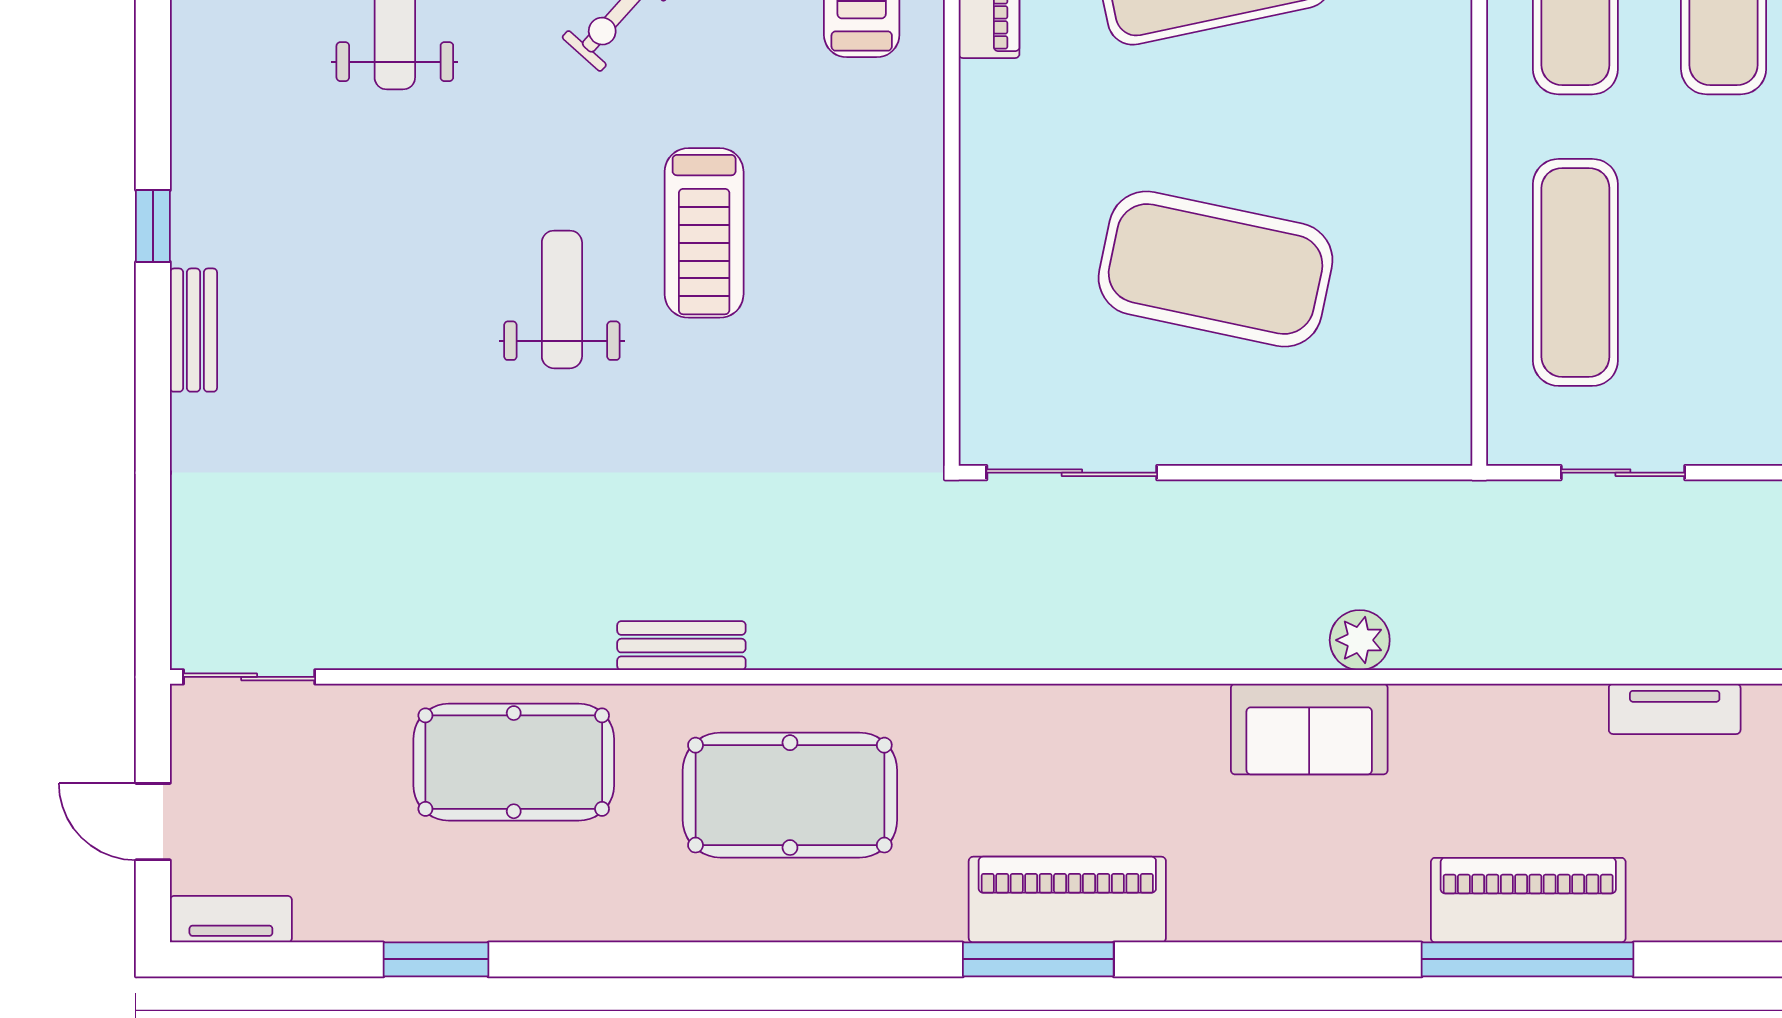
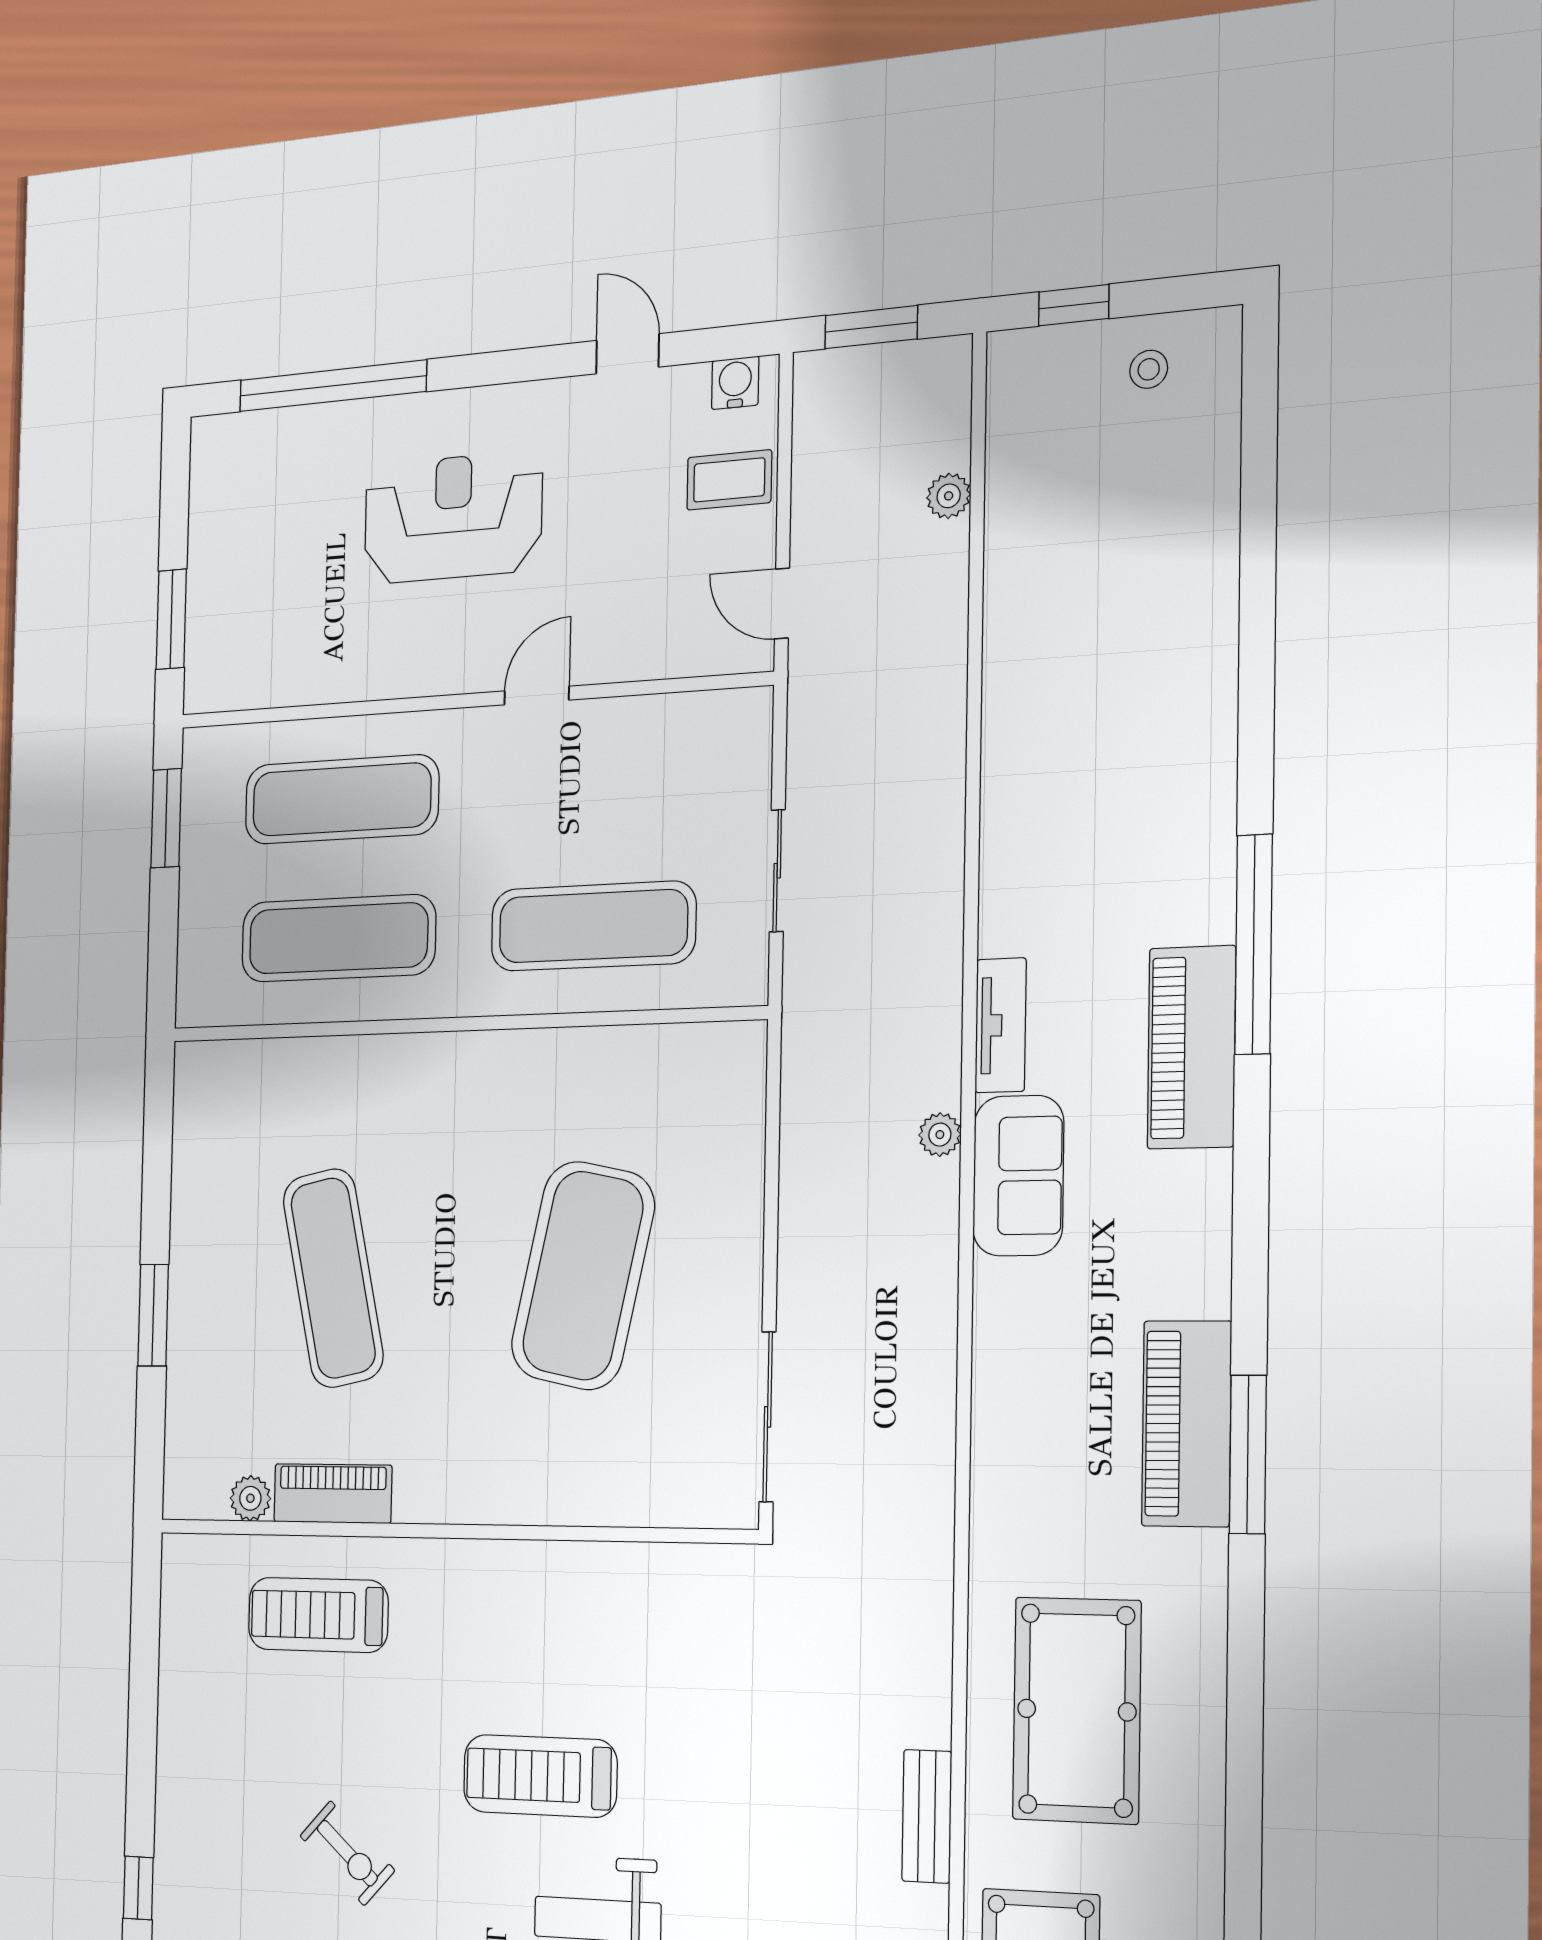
treadmill: (704, 233) -> (540, 1776), turned 180
plant: (1360, 640) -> (940, 1135), width x0.73, depth x0.73
tv unit: (1675, 709) -> (1001, 1025), moved
piano: (1528, 900) -> (1192, 1047), moved

